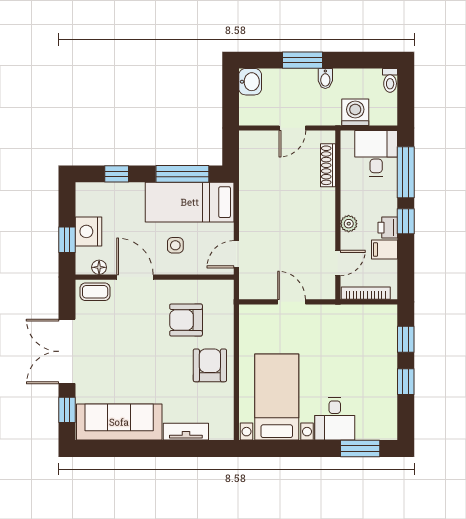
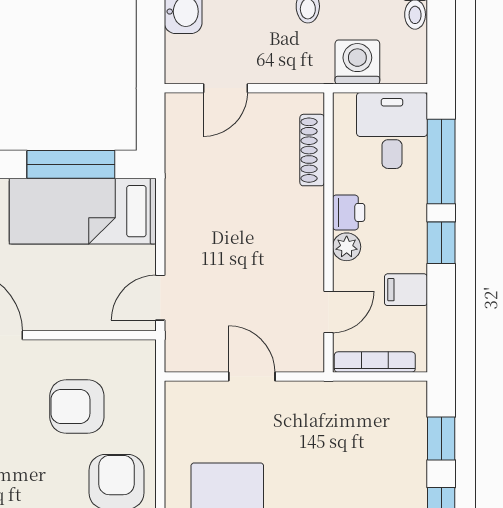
door: (292, 128) -> (225, 88), moved
printer: (388, 228) -> (349, 212), moved, turned 180
side table: (175, 245) -> (59, 283), removed

